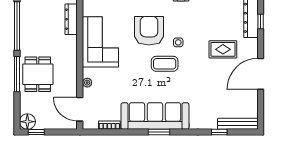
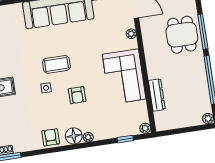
armchair: (149, 31) -> (77, 95), width x0.53, depth x0.53

